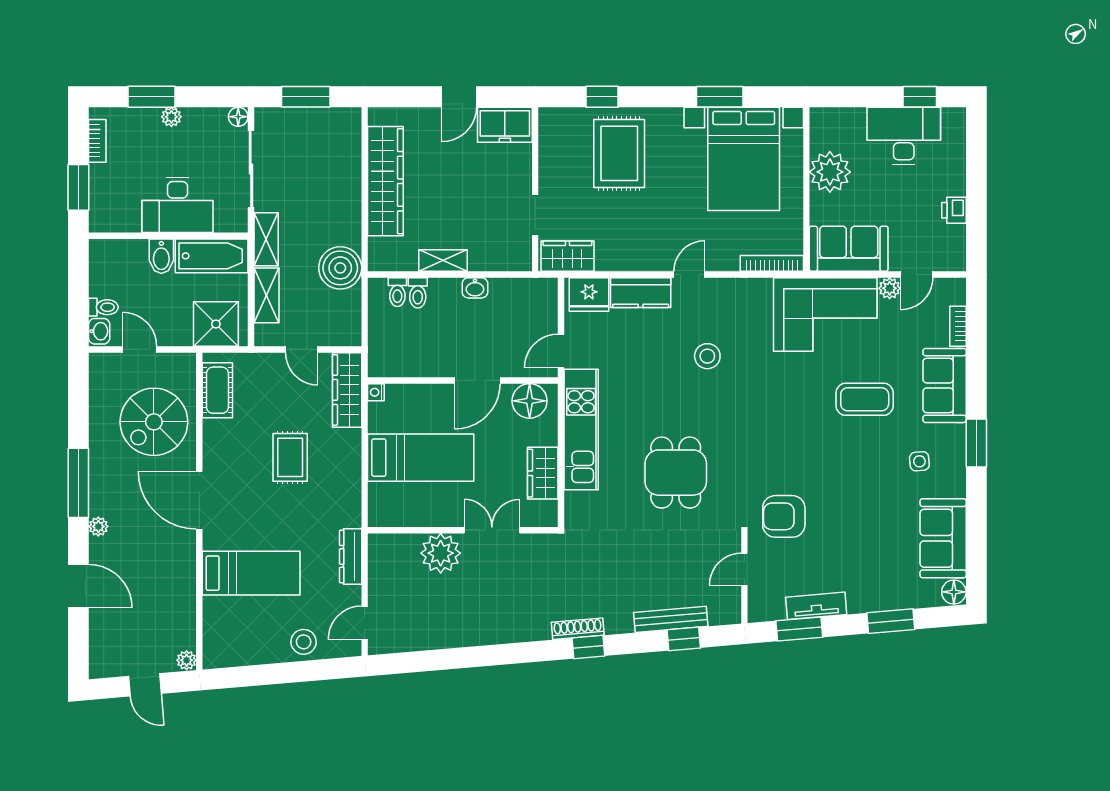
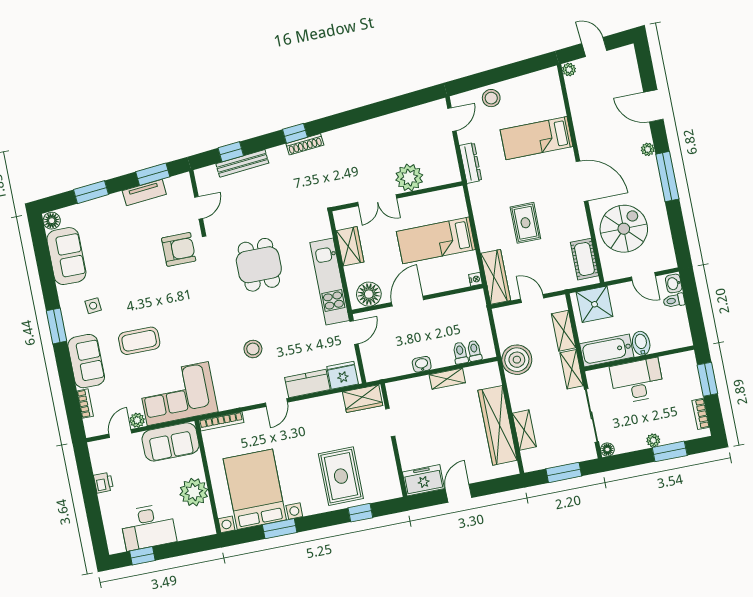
shelving: (349, 167) -> (524, 430), added

